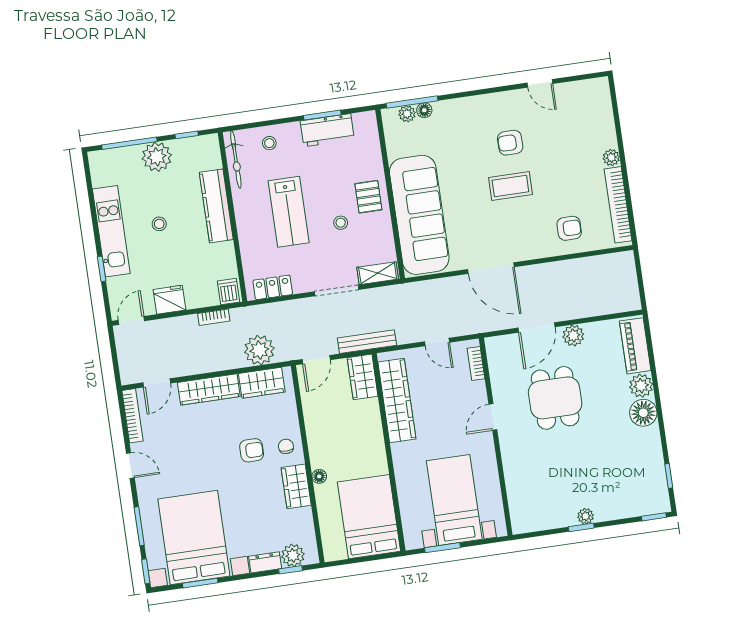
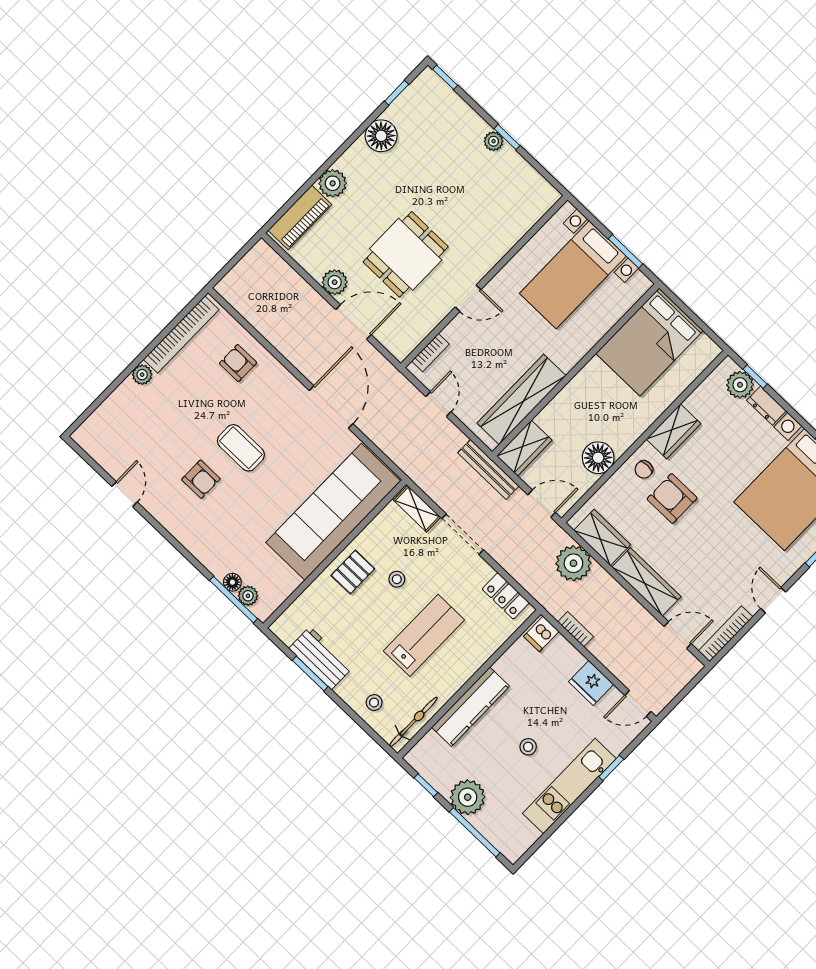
floor lamp: (643, 413) -> (381, 136), moved
armchair: (252, 450) -> (672, 498), width x1.38, depth x1.38
floor lamp: (319, 476) -> (598, 458), moved, width x1.89, depth x1.89

